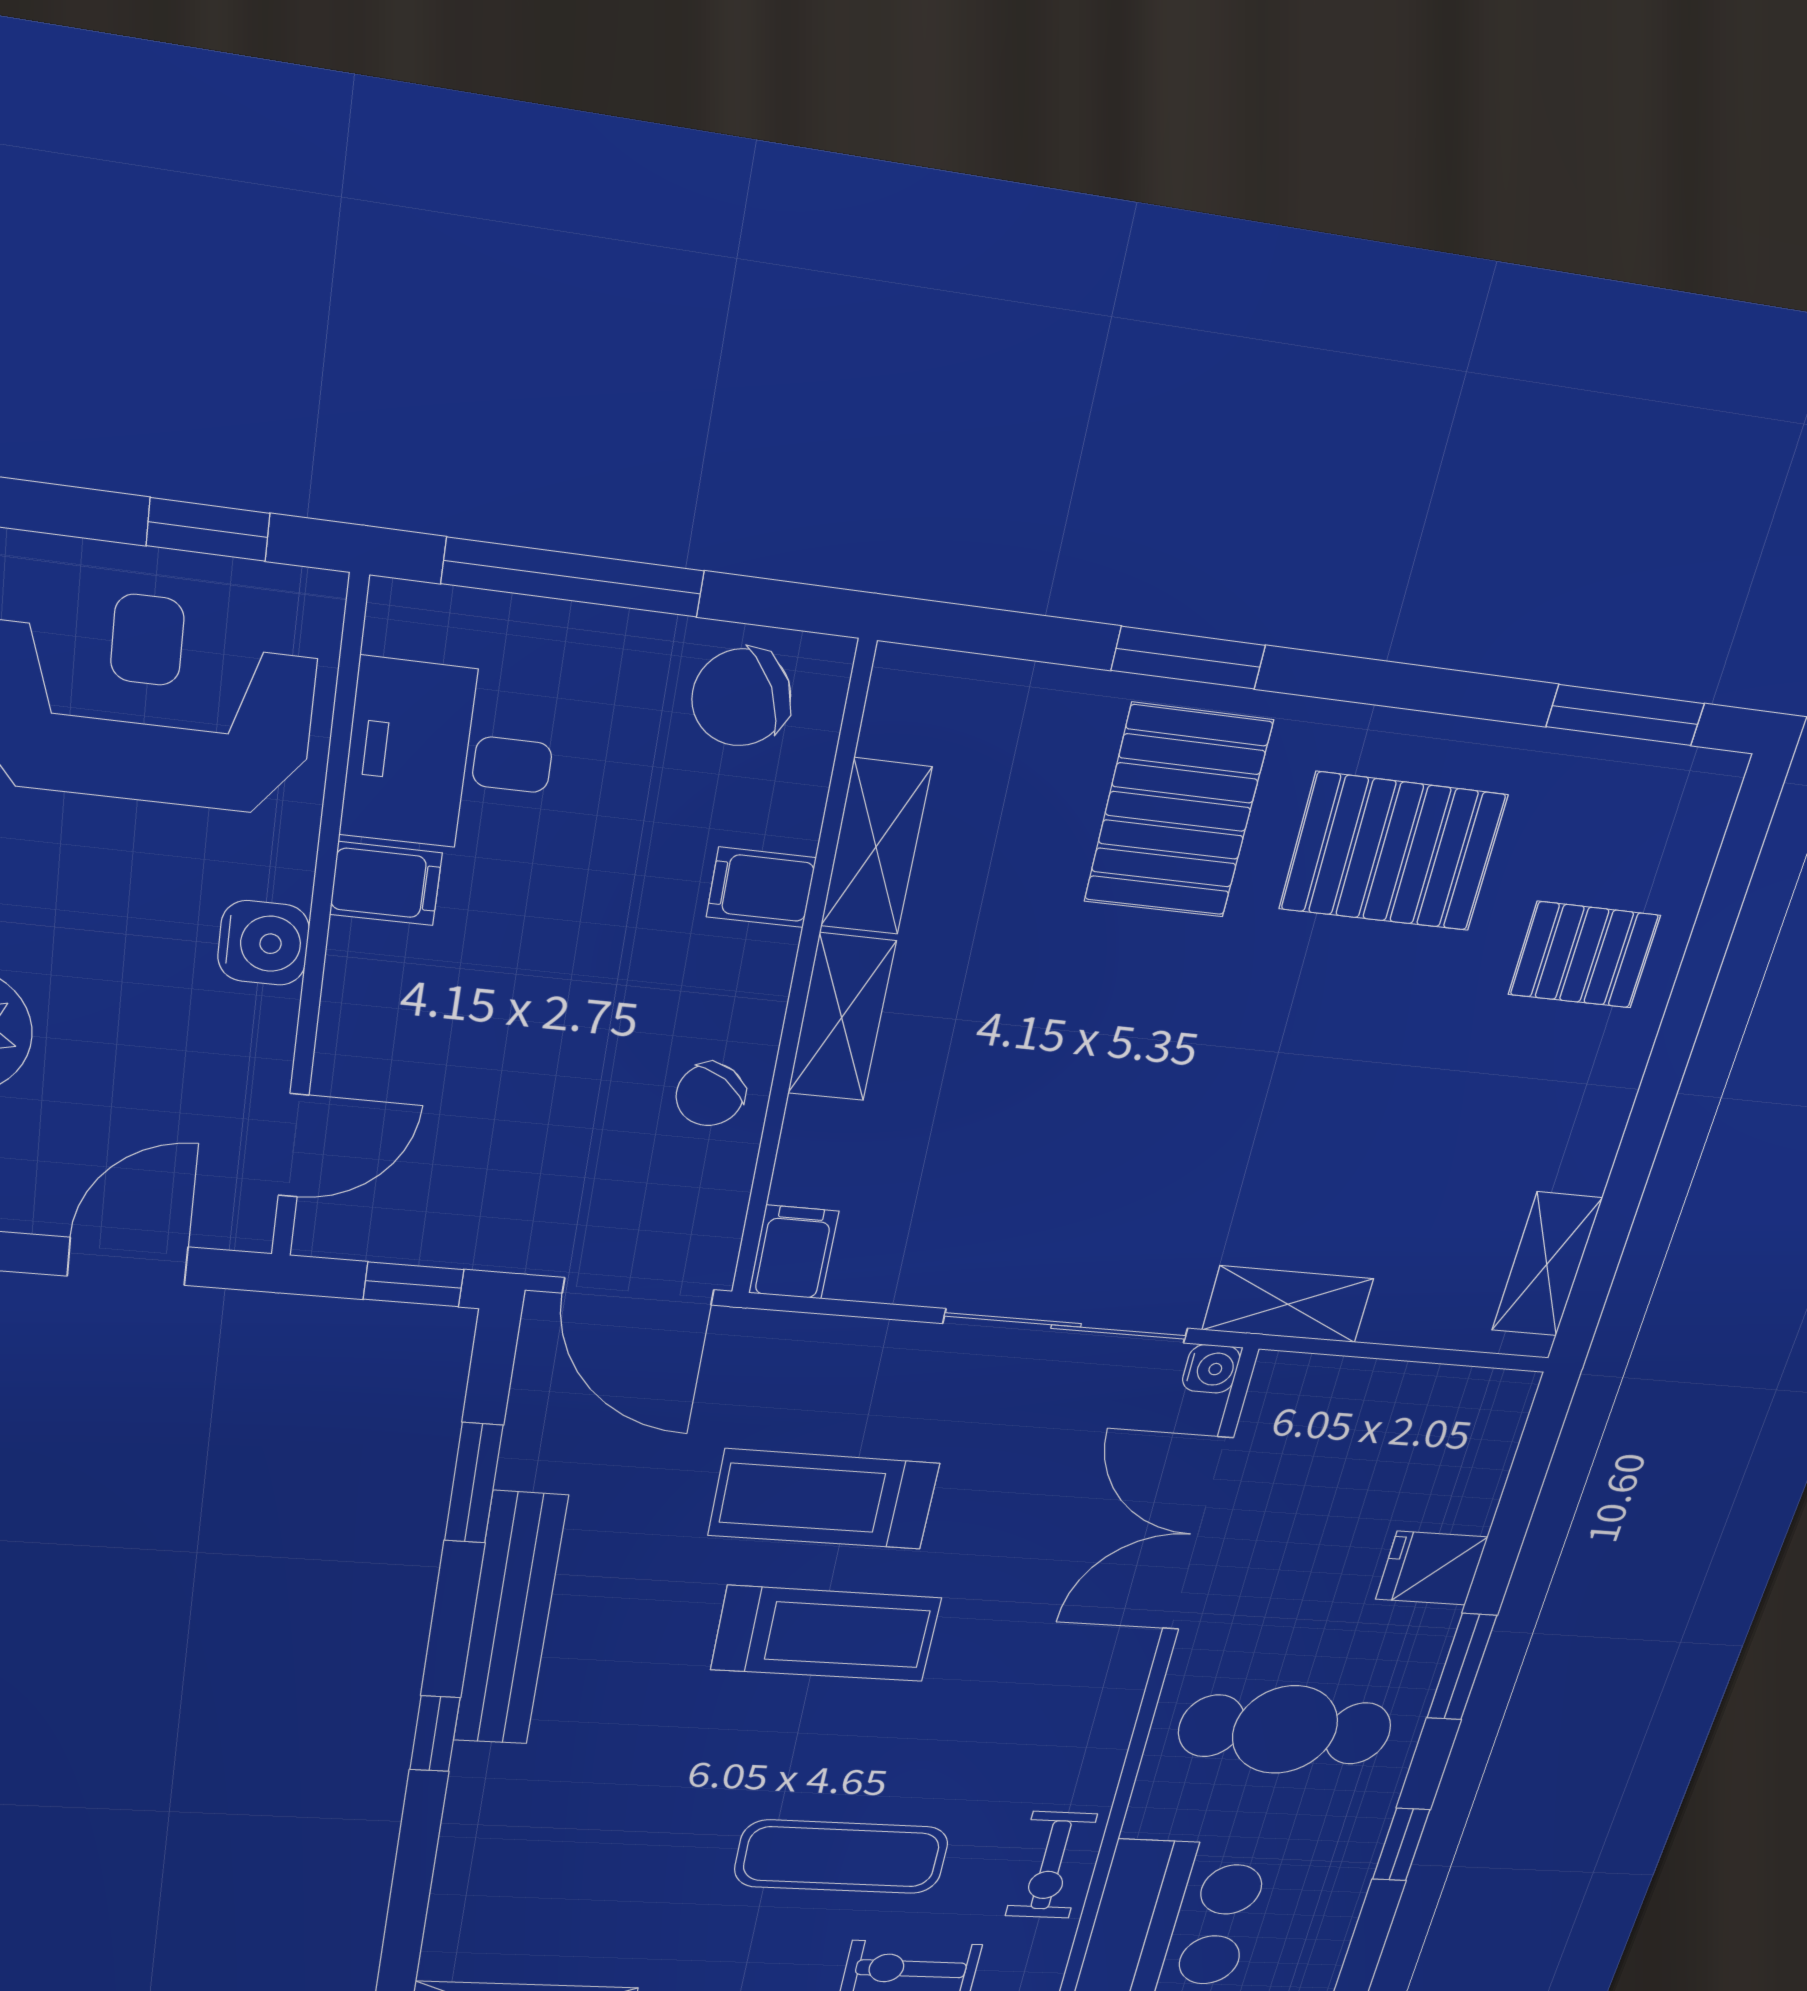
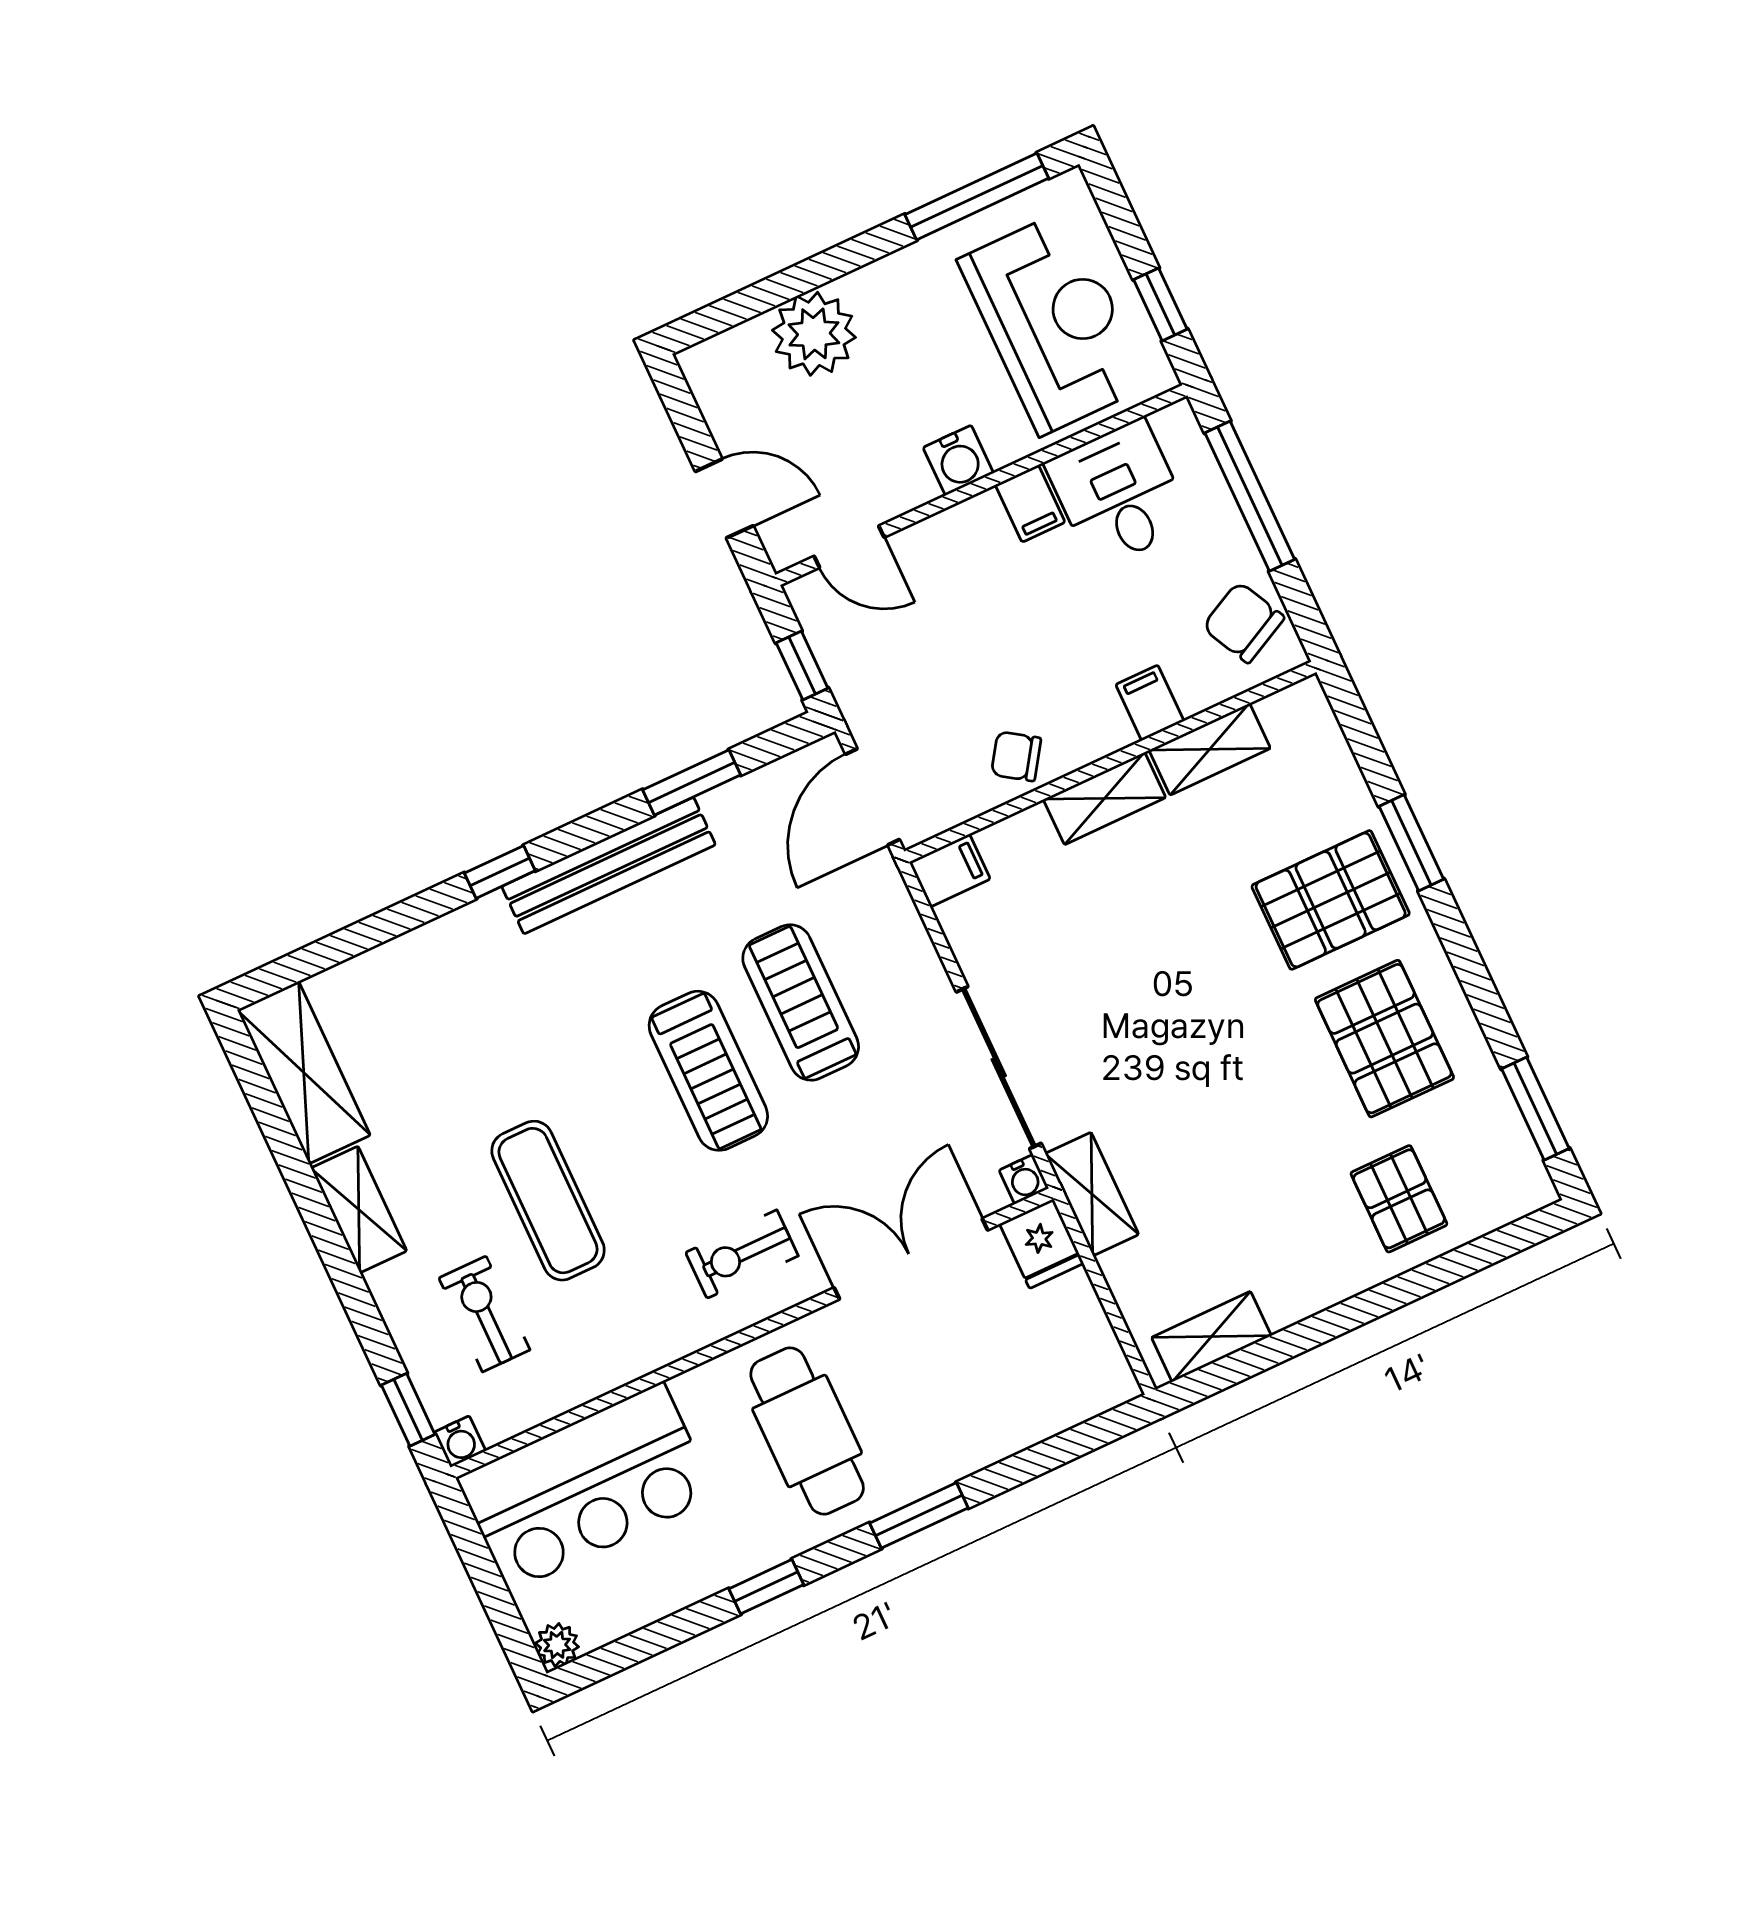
fridge: (1432, 1568) -> (1042, 1244), moved, turned 180
exercise bike: (1051, 1865) -> (742, 1254), moved

